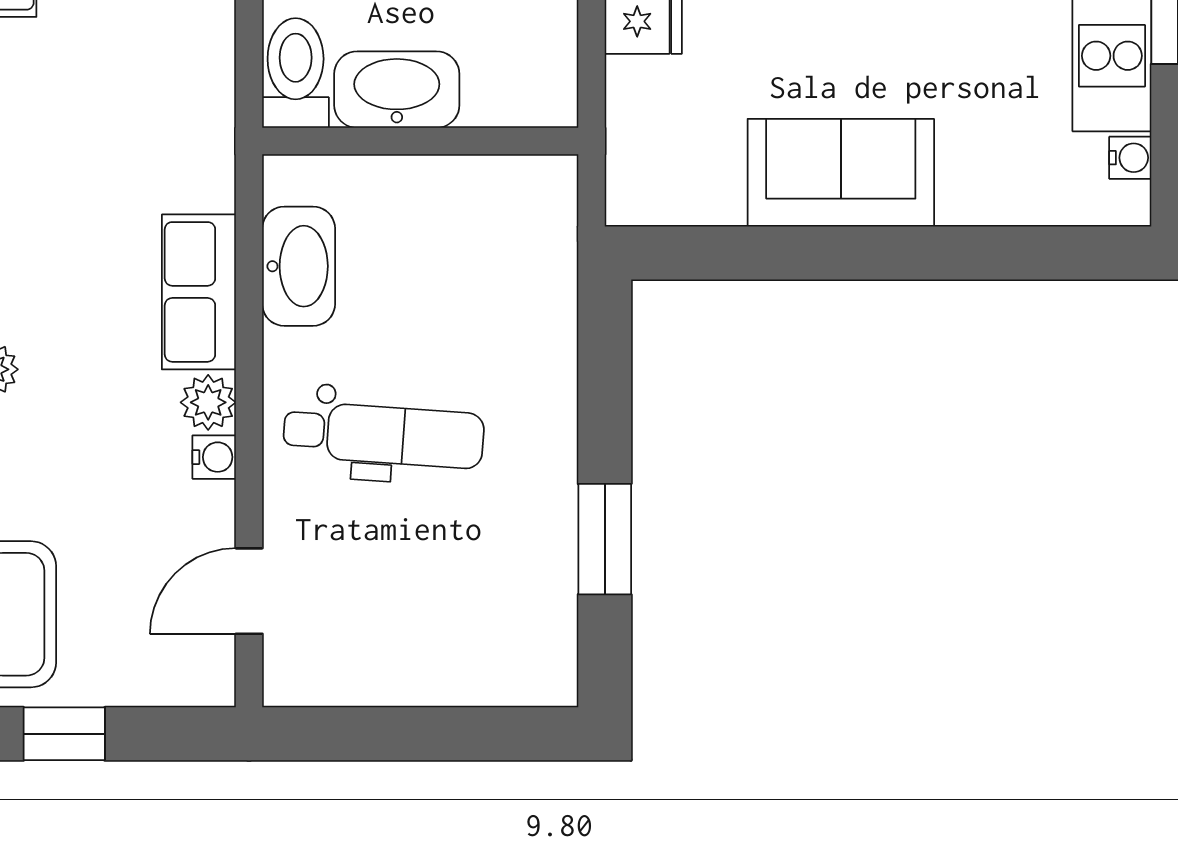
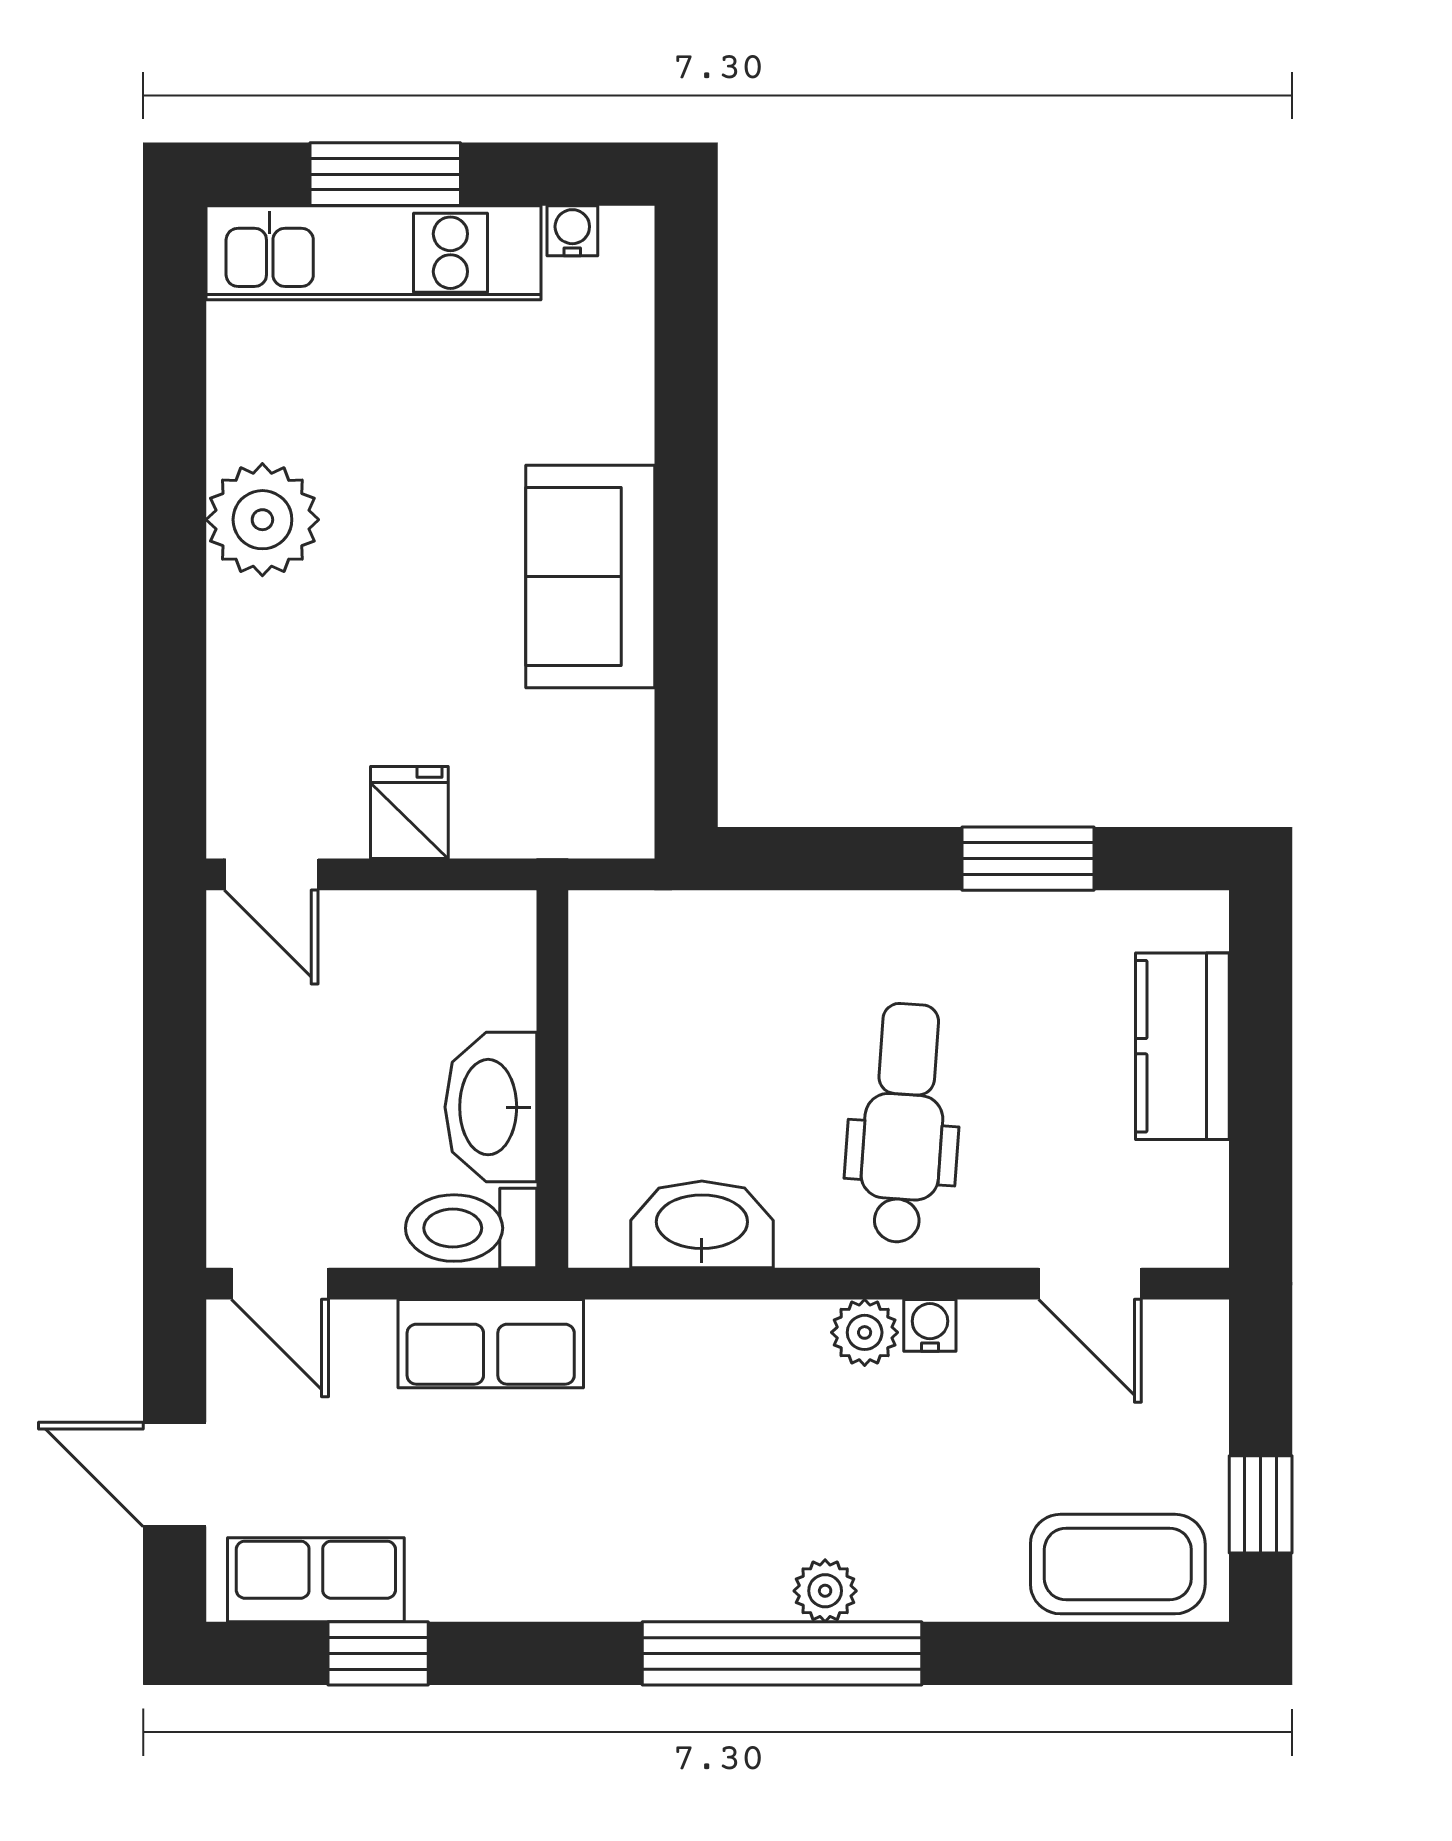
row of seats: (199, 292) -> (491, 1344), moved
kitchen counter: (448, 668) -> (1182, 1046), added

